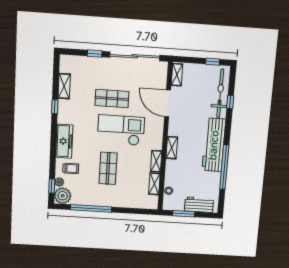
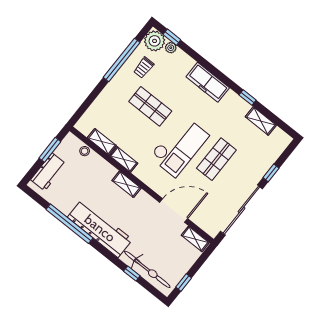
trolley: (71, 168) -> (144, 68), moved

